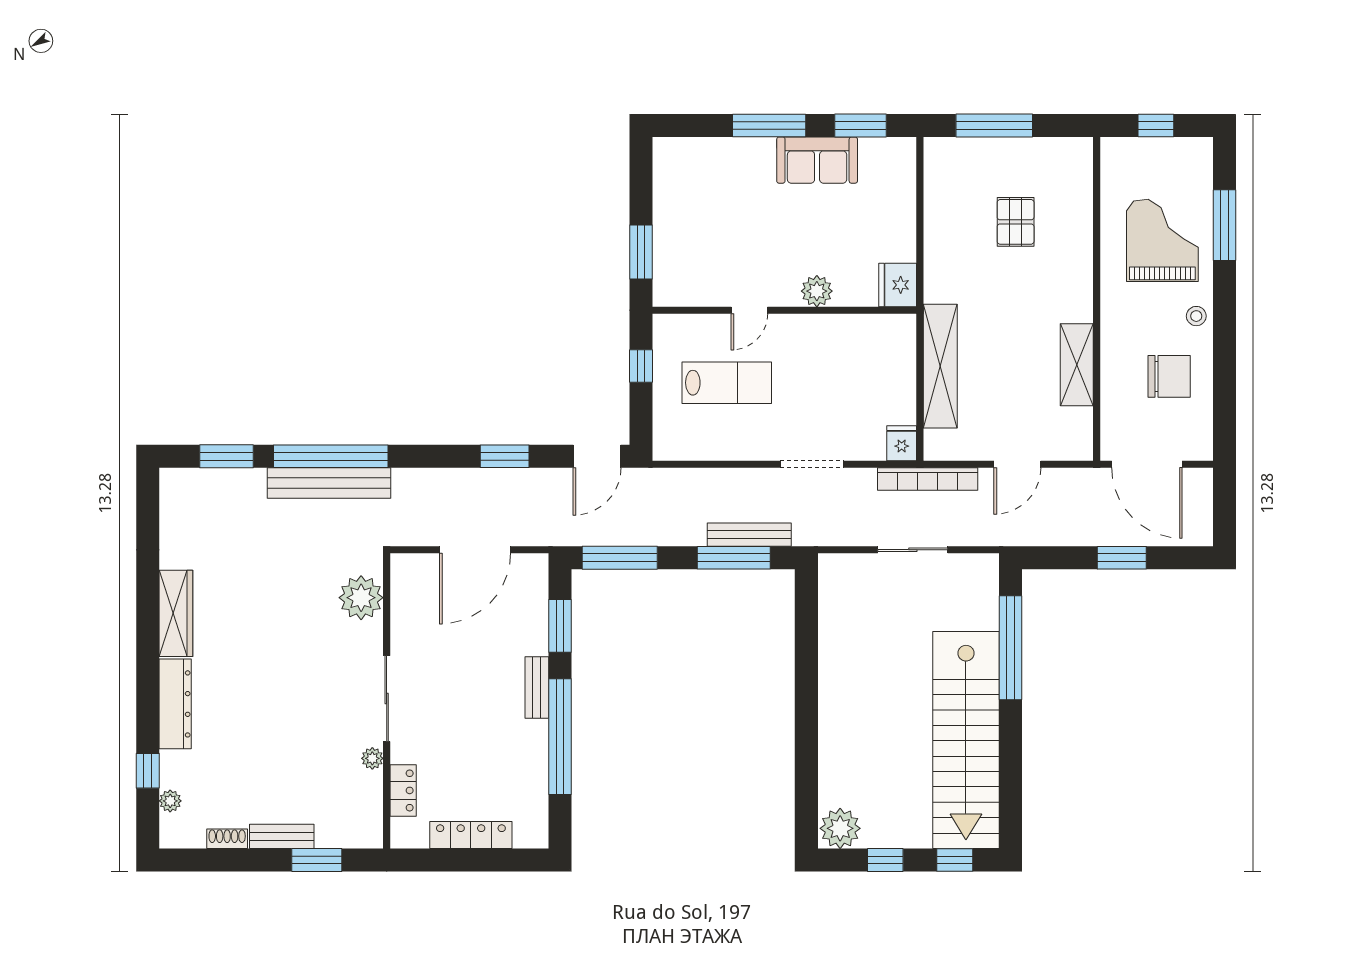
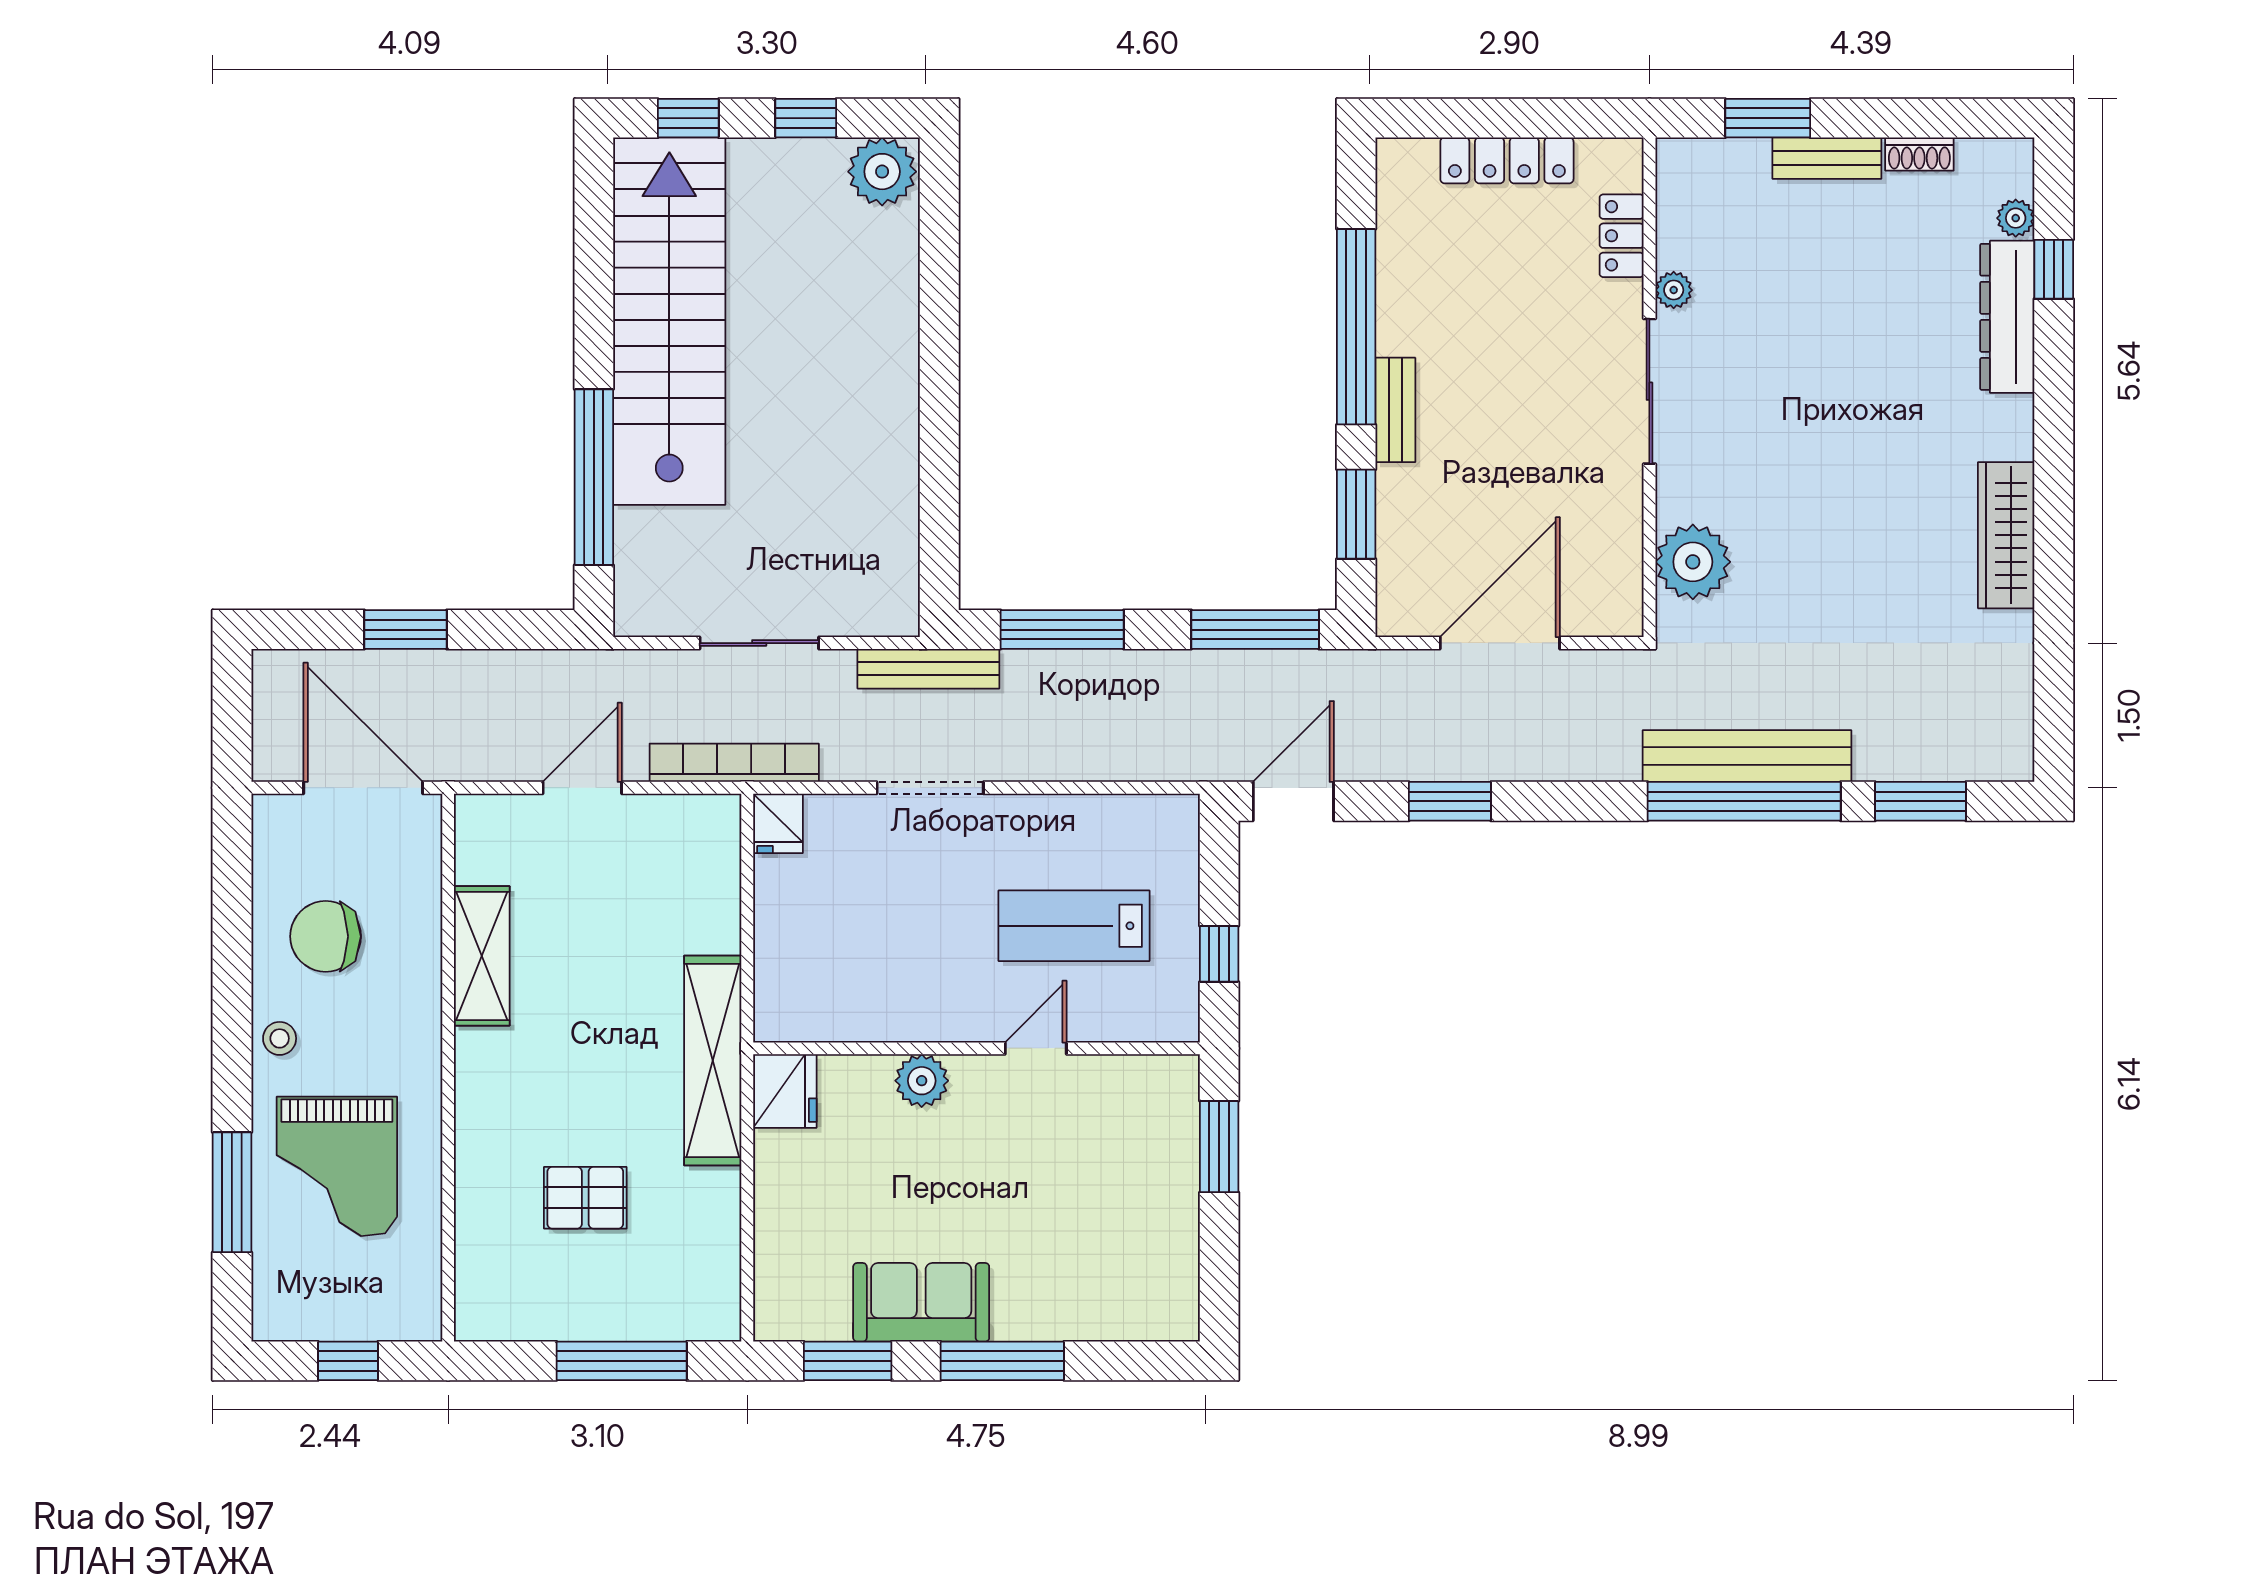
pallet: (1016, 222) -> (585, 1198), turned 90
shelving: (940, 366) -> (713, 1061), moved
bench: (749, 535) -> (928, 669), moved
dresser: (175, 704) -> (2007, 317), moved

